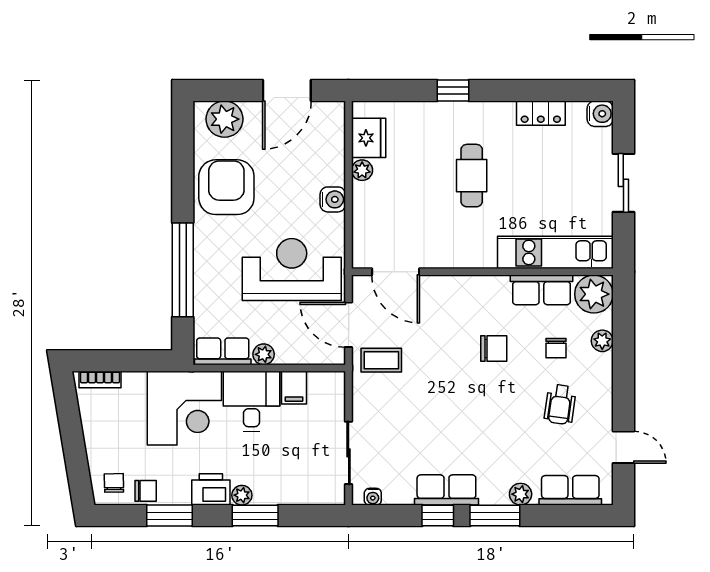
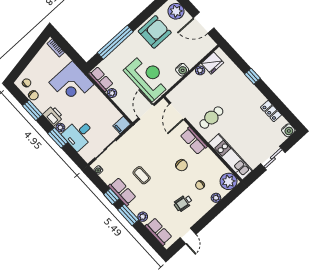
cafe table: (472, 176) -> (211, 118), moved
row of seats: (541, 290) -> (194, 141), moved
coffee table: (381, 360) -> (142, 175), moved
filing cabinet: (294, 388) -> (122, 125), moved
desk: (252, 401) -> (79, 134), moved, turned 180

